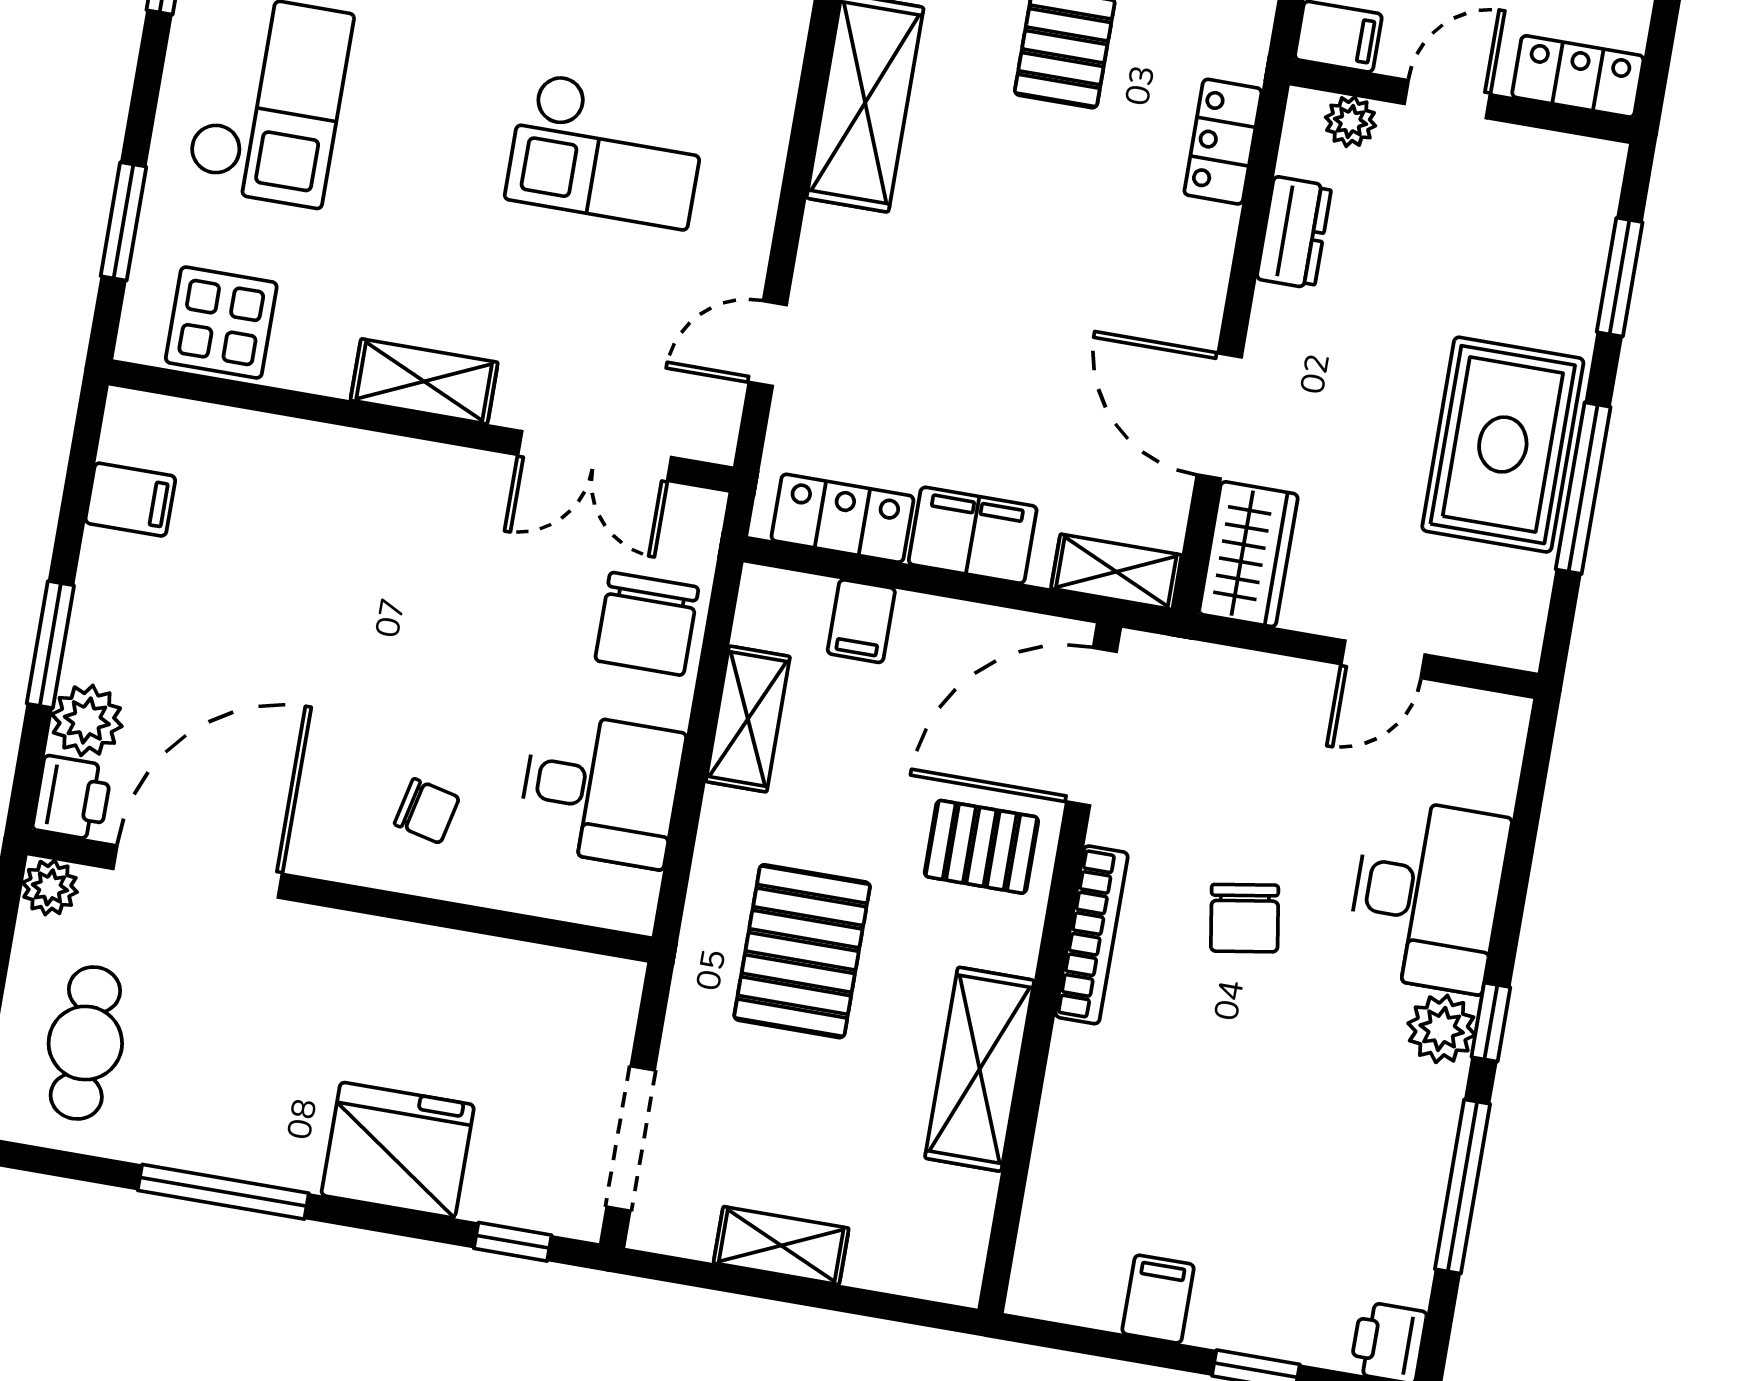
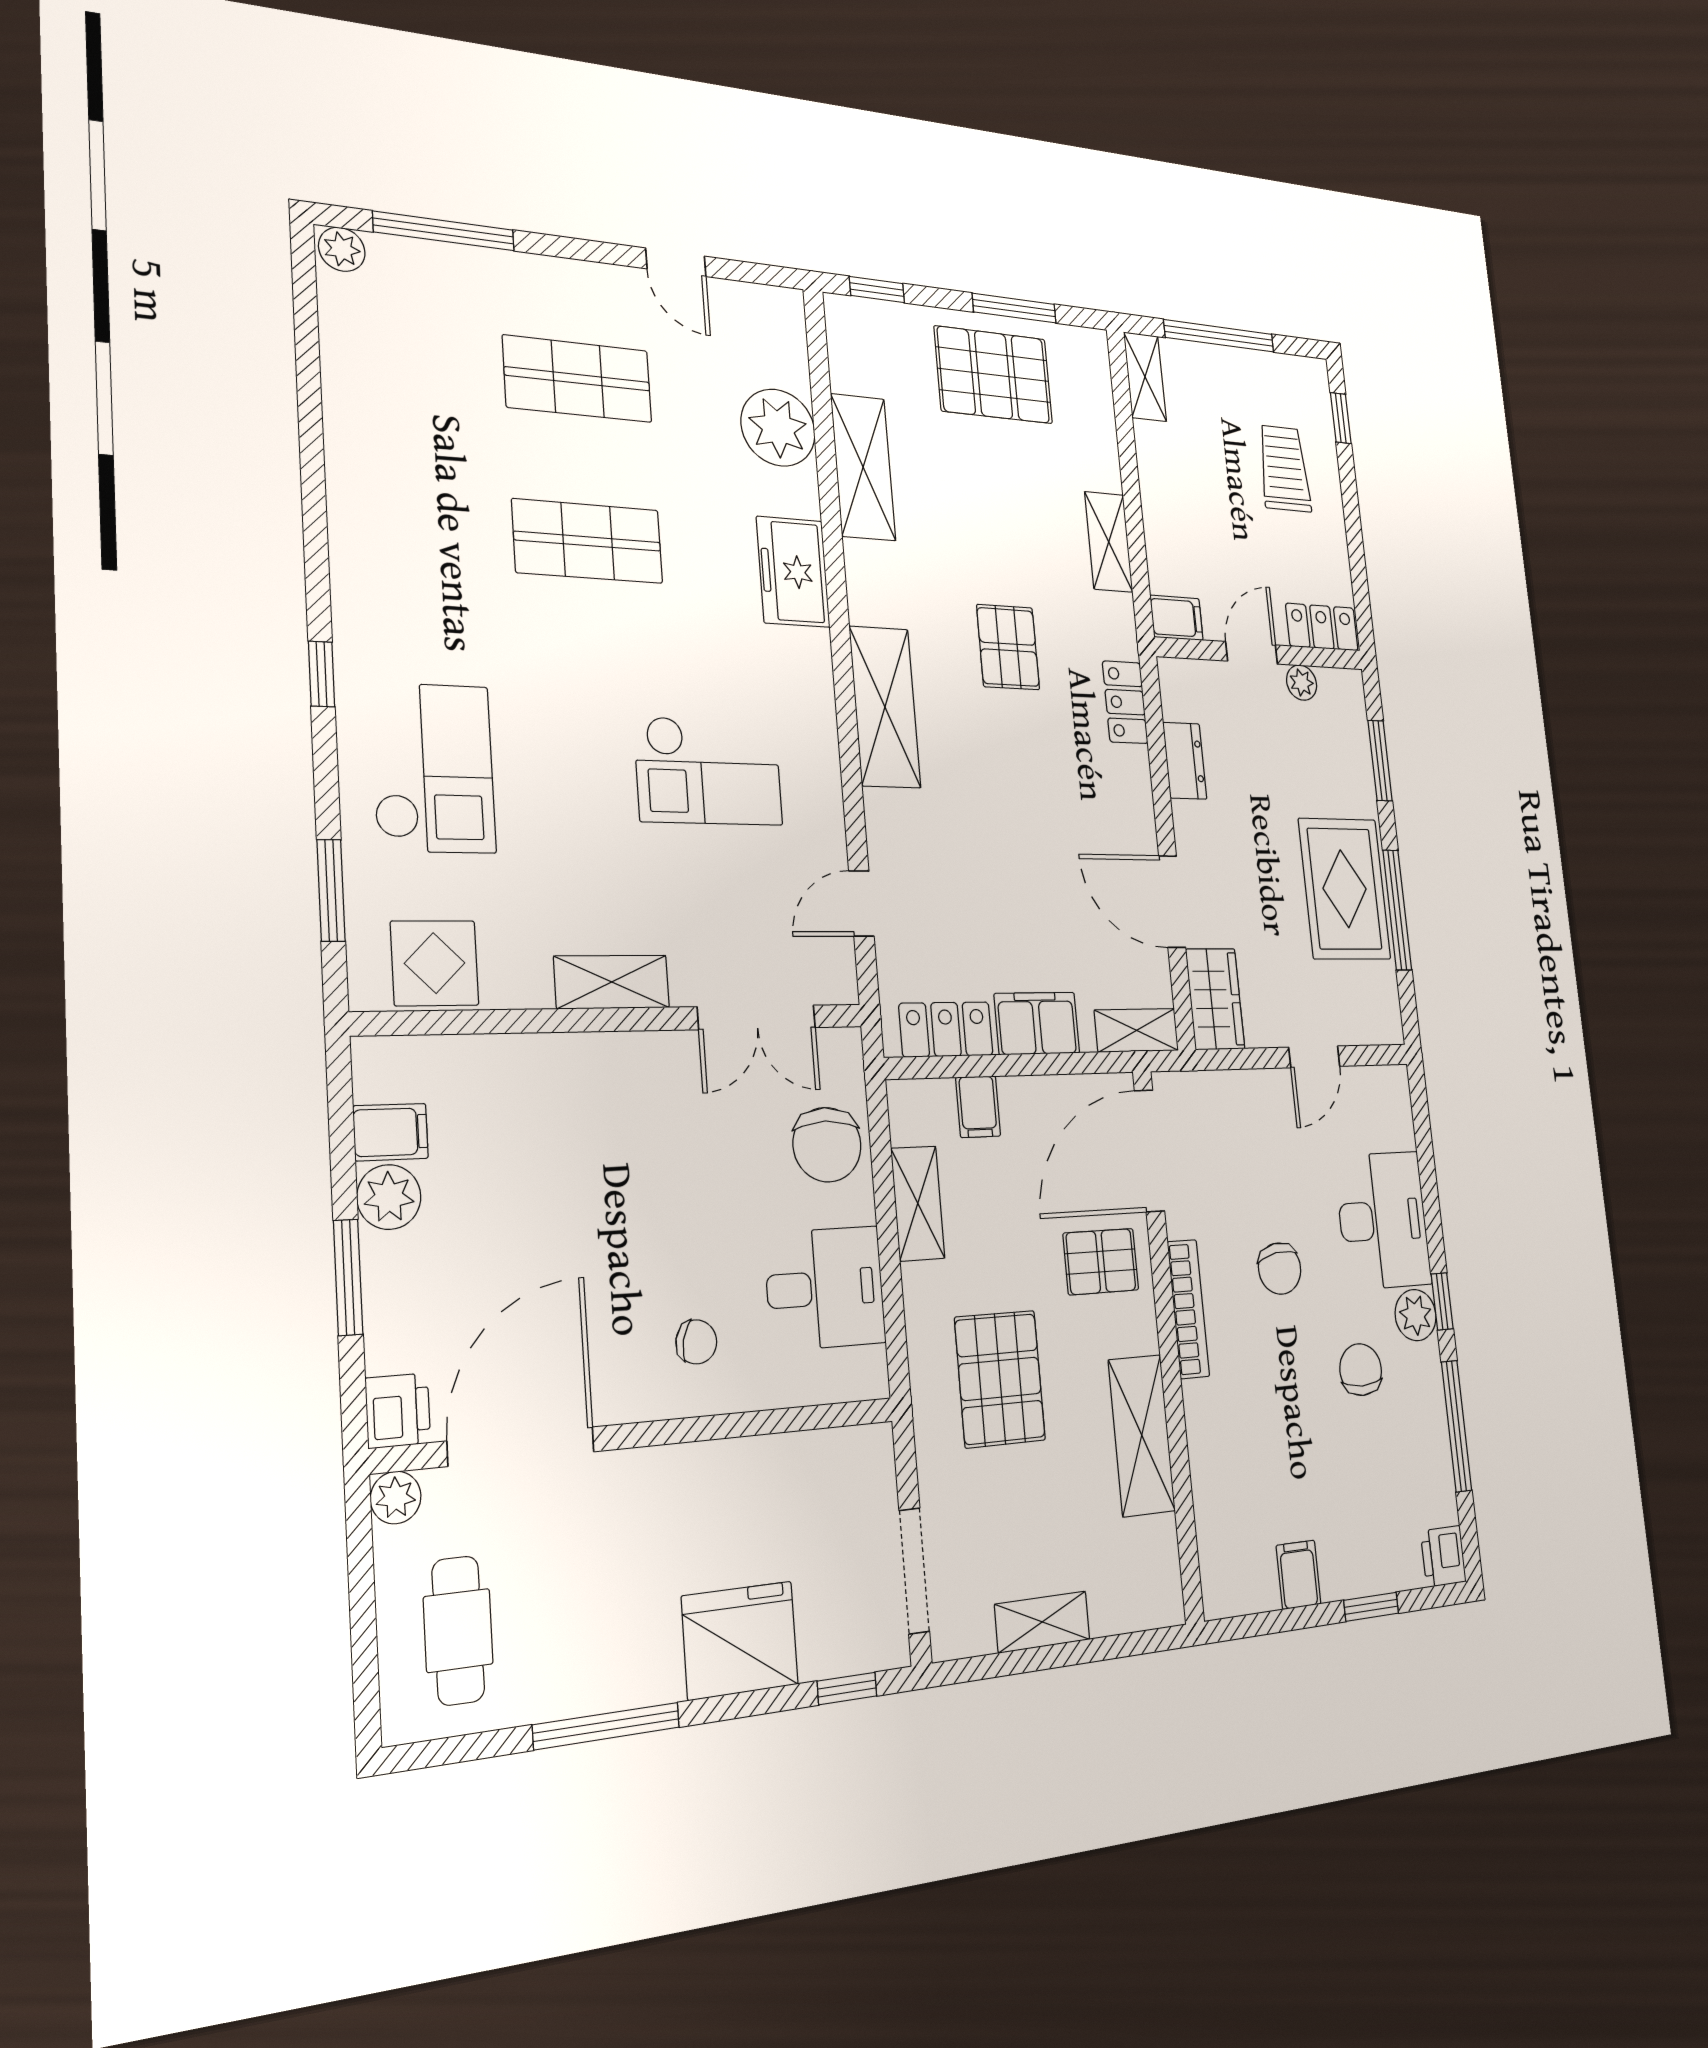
plant: (1350, 121) -> (1302, 683), moved
plant: (87, 720) -> (389, 1197), moved
chair: (1332, 1076) -> (1361, 1370), added

